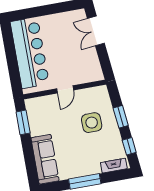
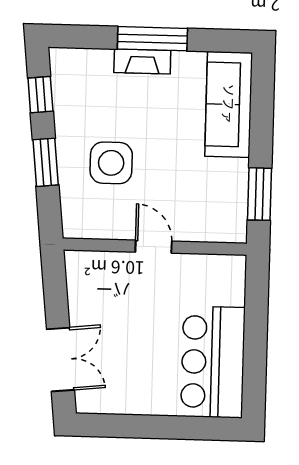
bar counter: (30, 53) -> (213, 362), width x0.73
door: (65, 89) -> (154, 247), hinge flipped
fireplace: (114, 166) -> (142, 61), moved

